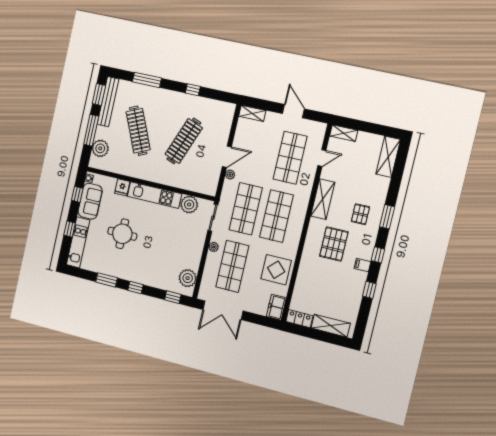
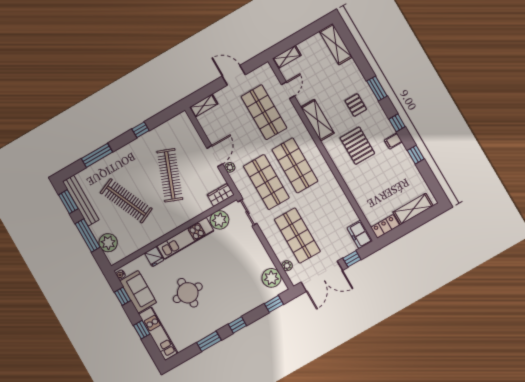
wardrobe: (206, 188) -> (221, 195), added
plant: (214, 247) -> (287, 266), moved
display table: (276, 270) -> (333, 206), removed
window: (255, 319) -> (352, 259), added

